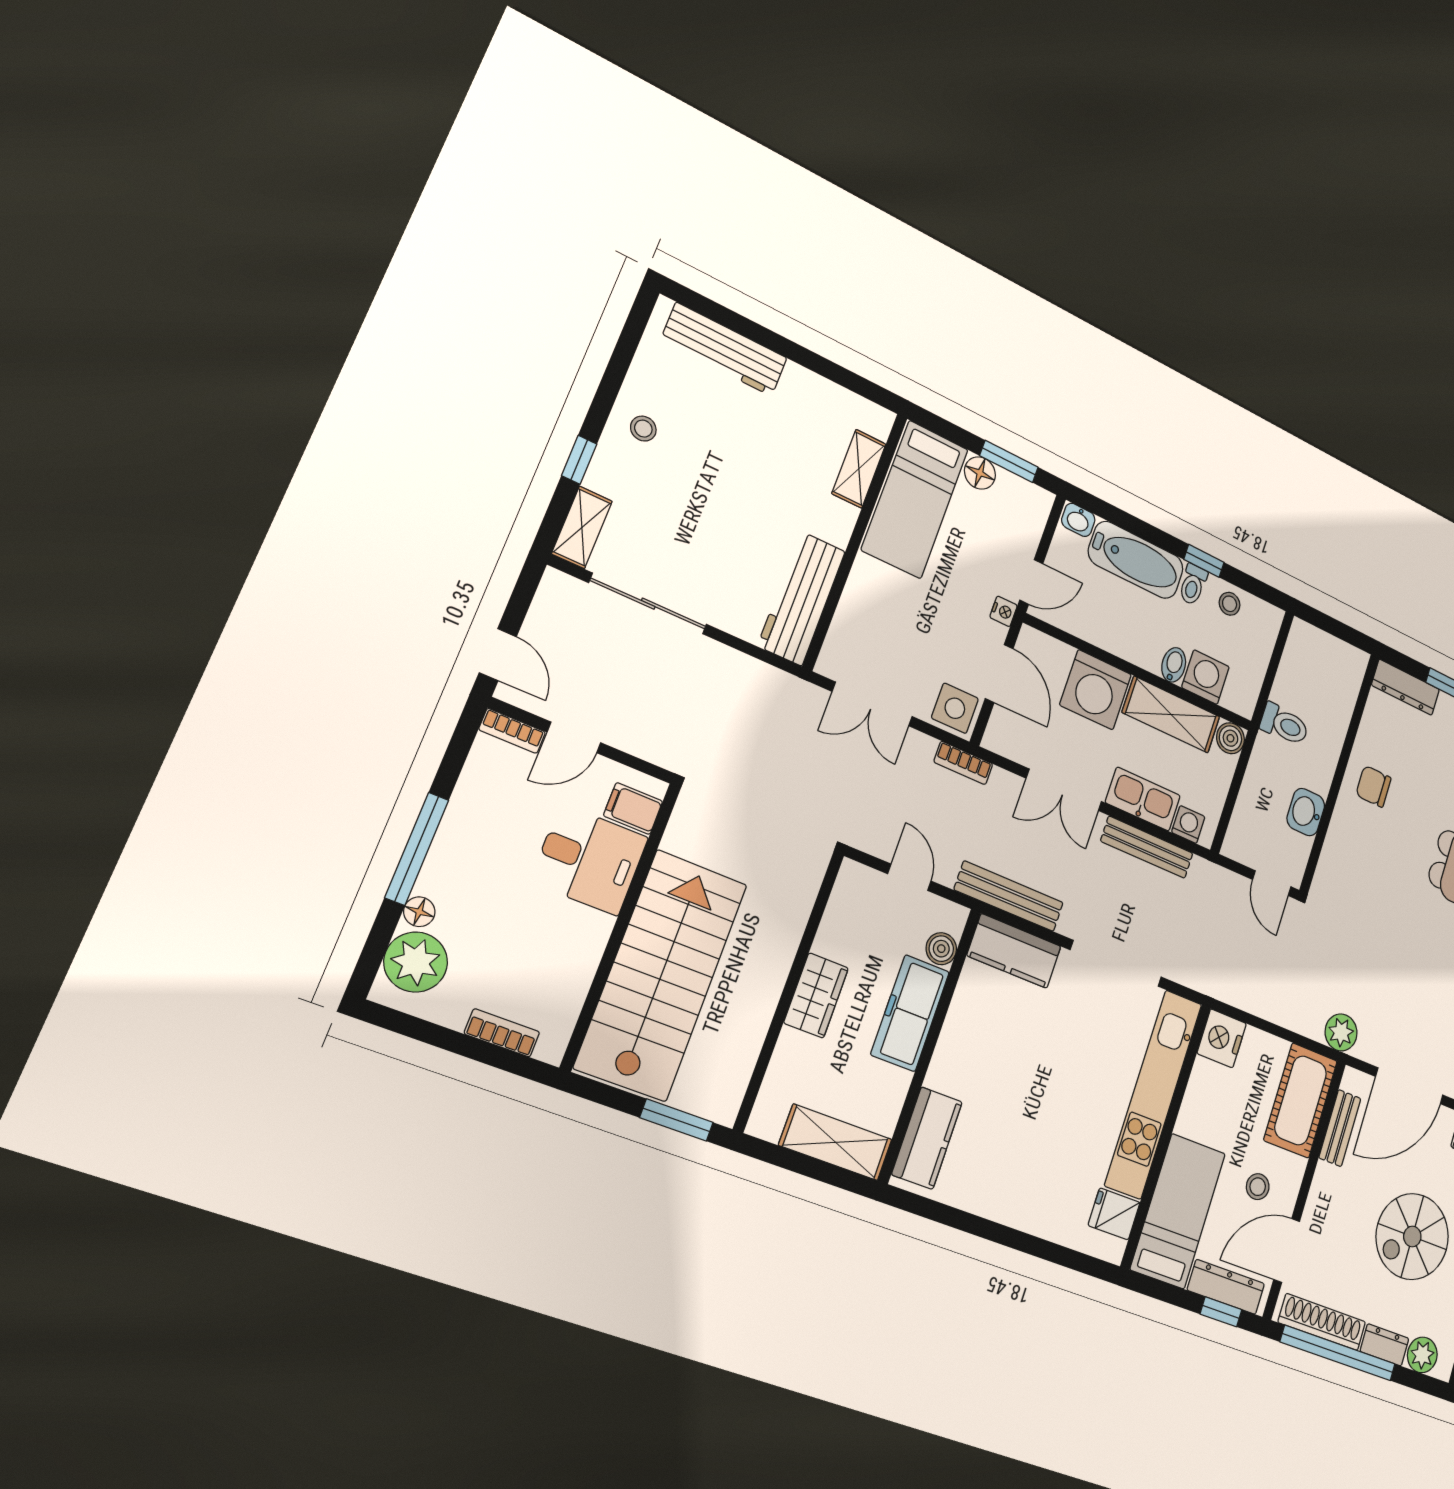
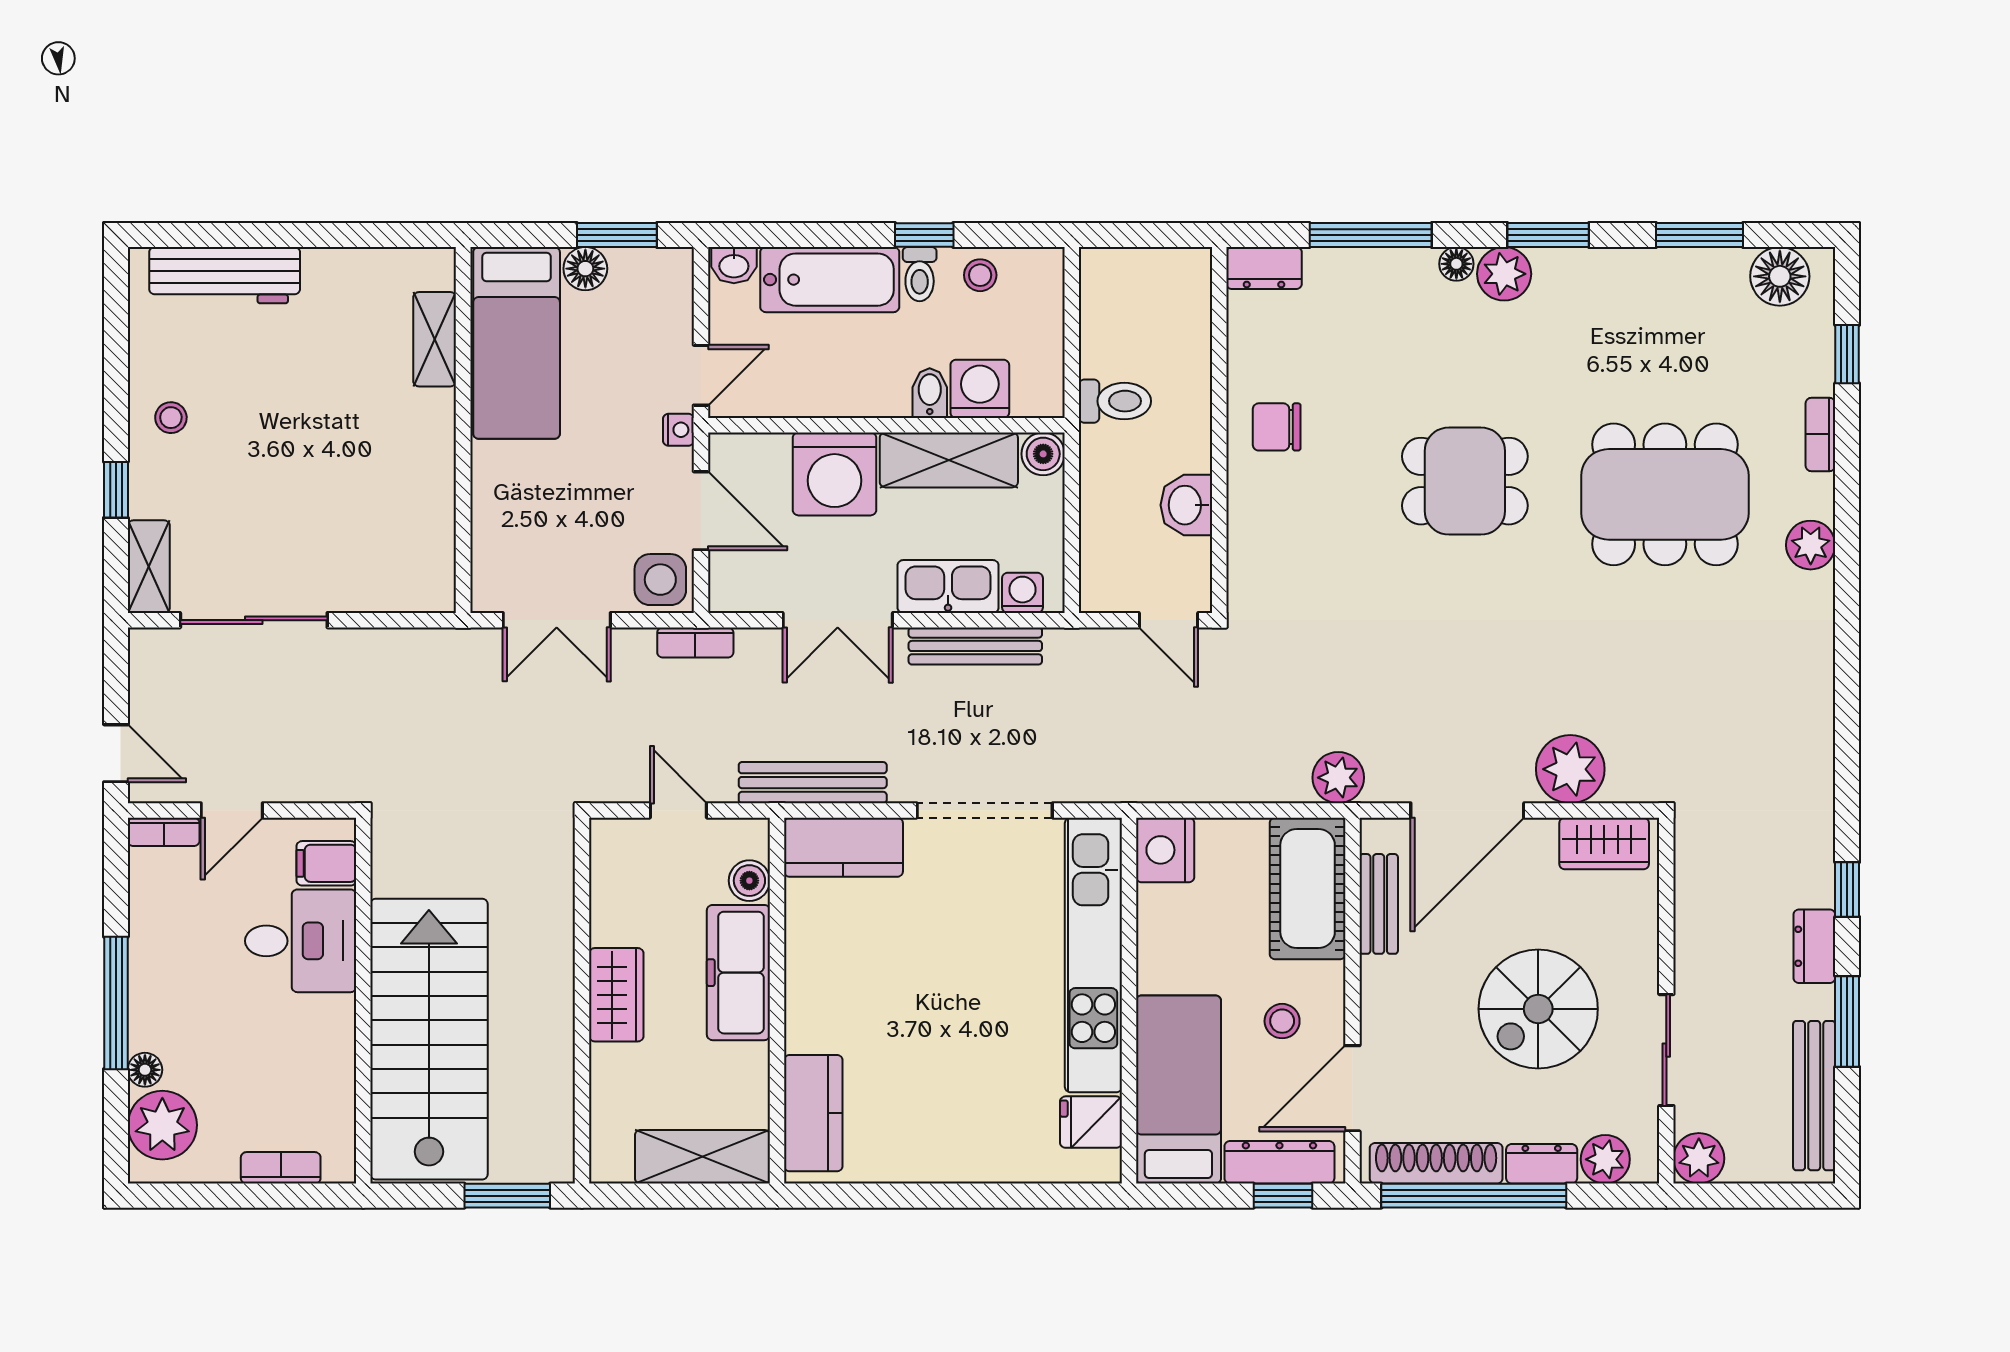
workbench: (802, 599) -> (425, 531), removed
dresser: (1405, 687) -> (1264, 268), width x0.70

